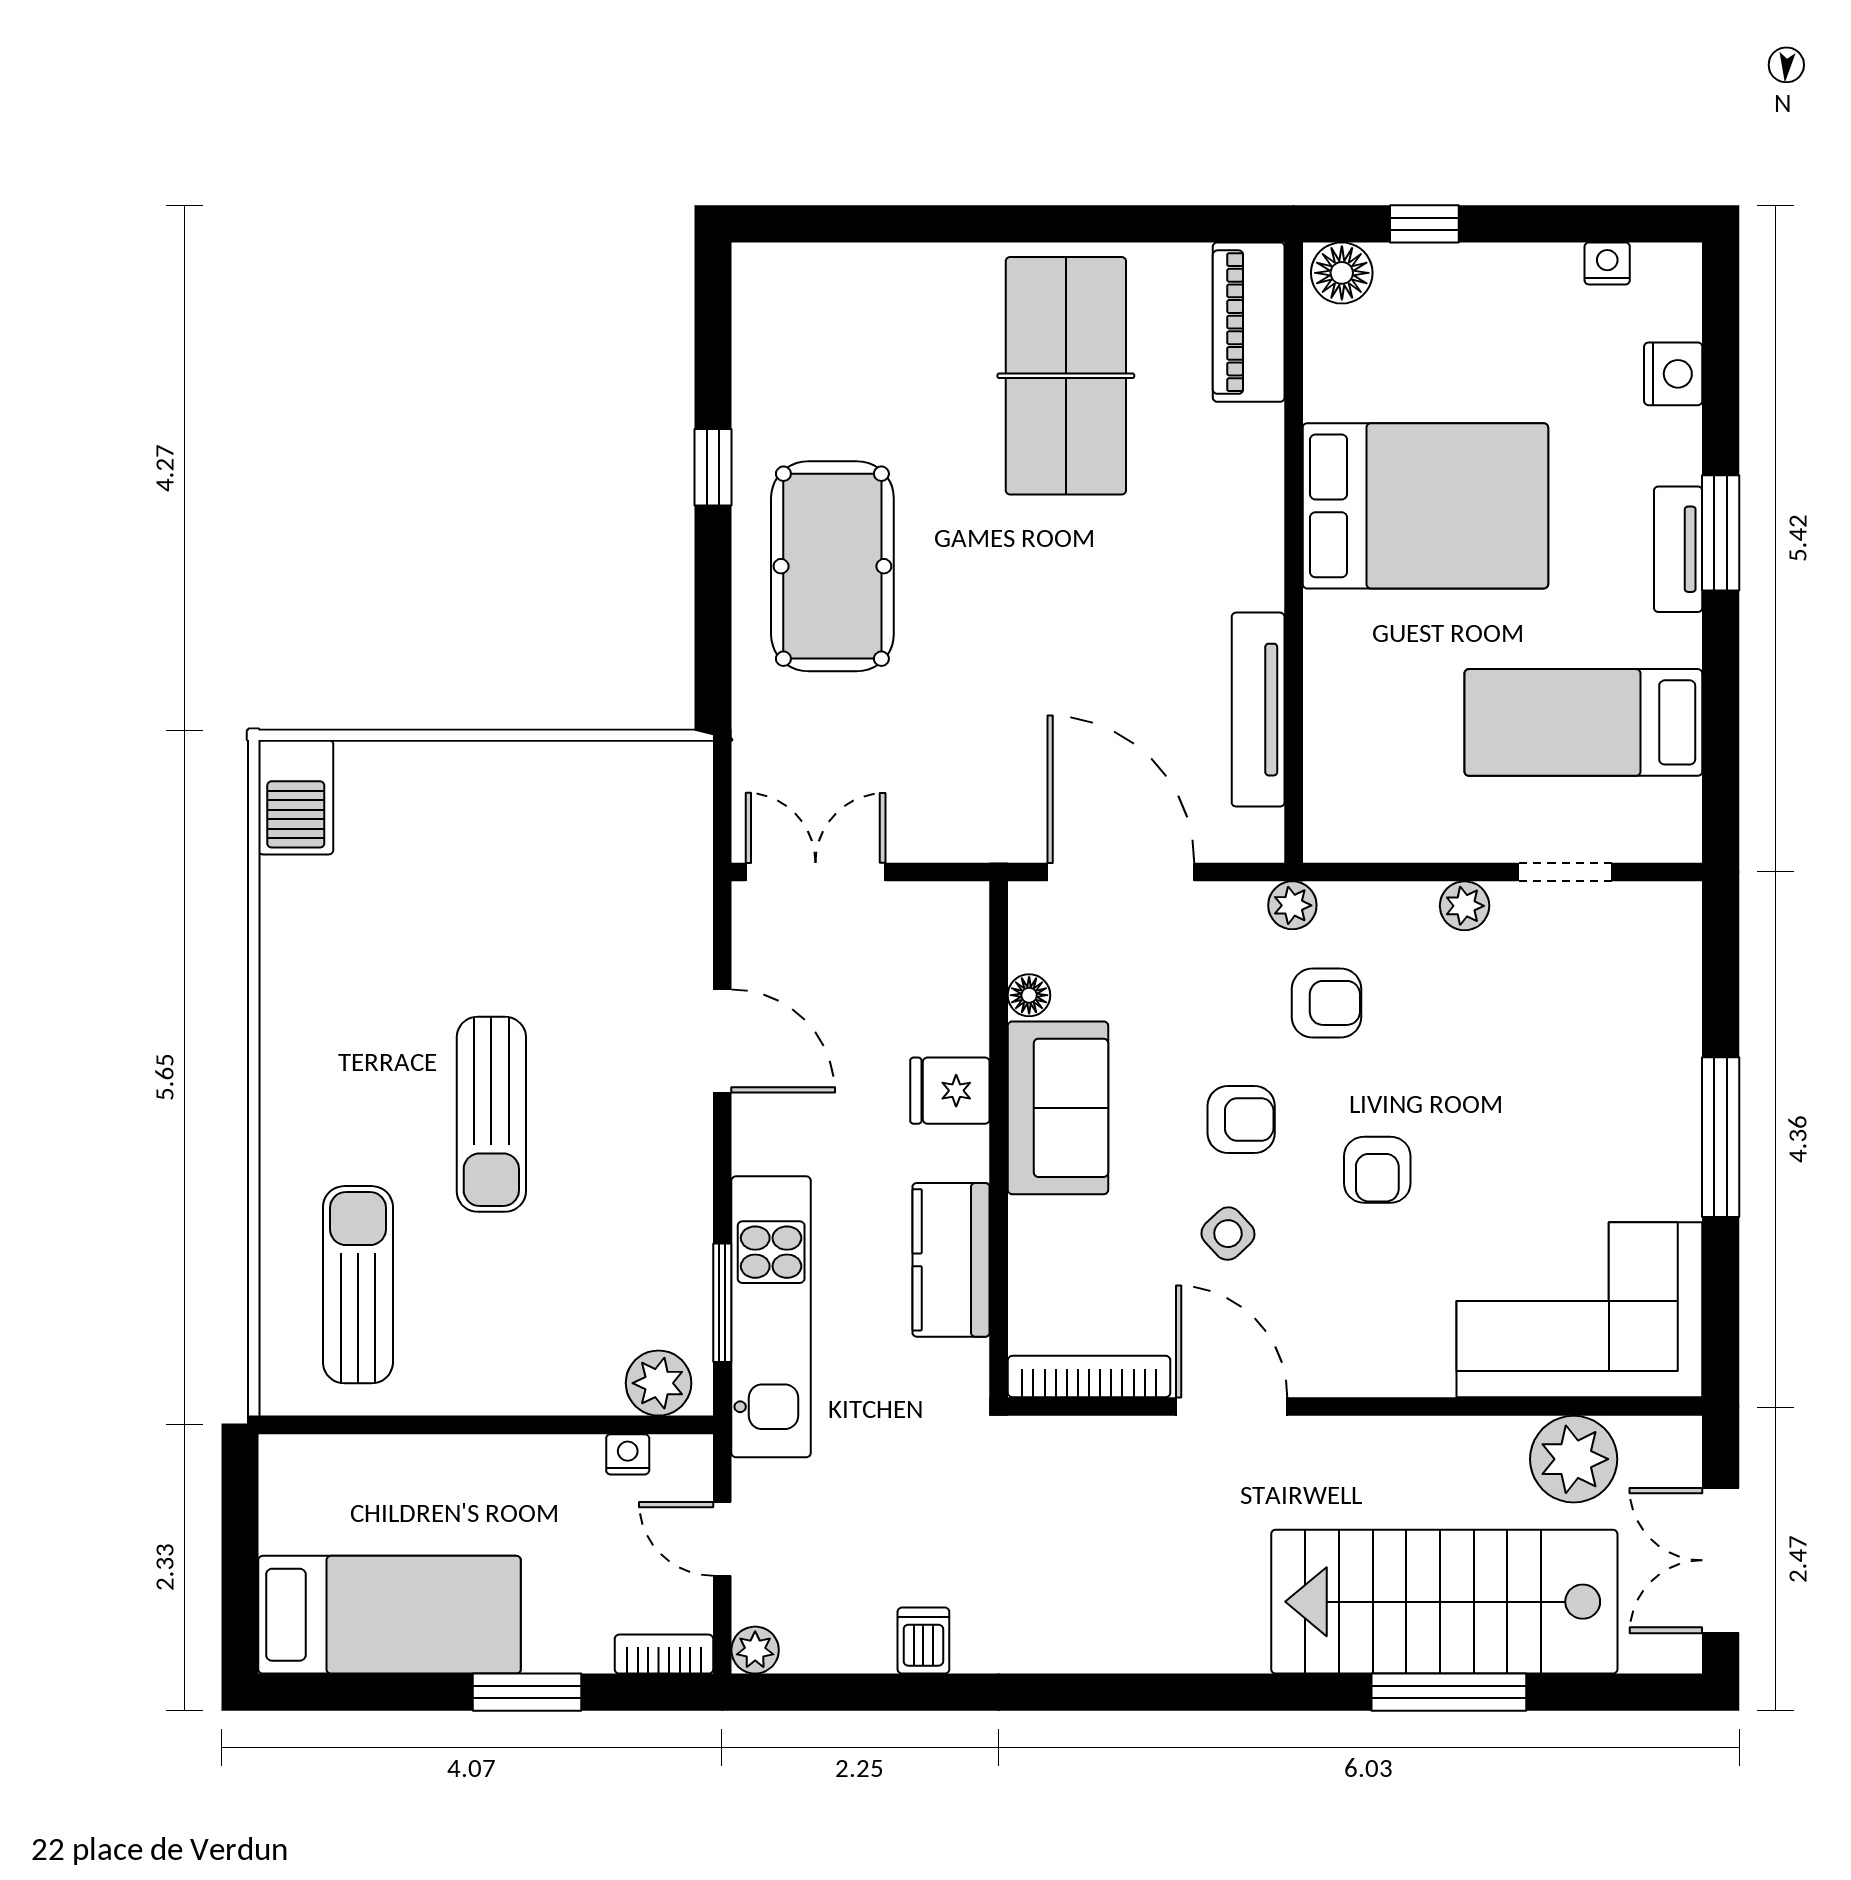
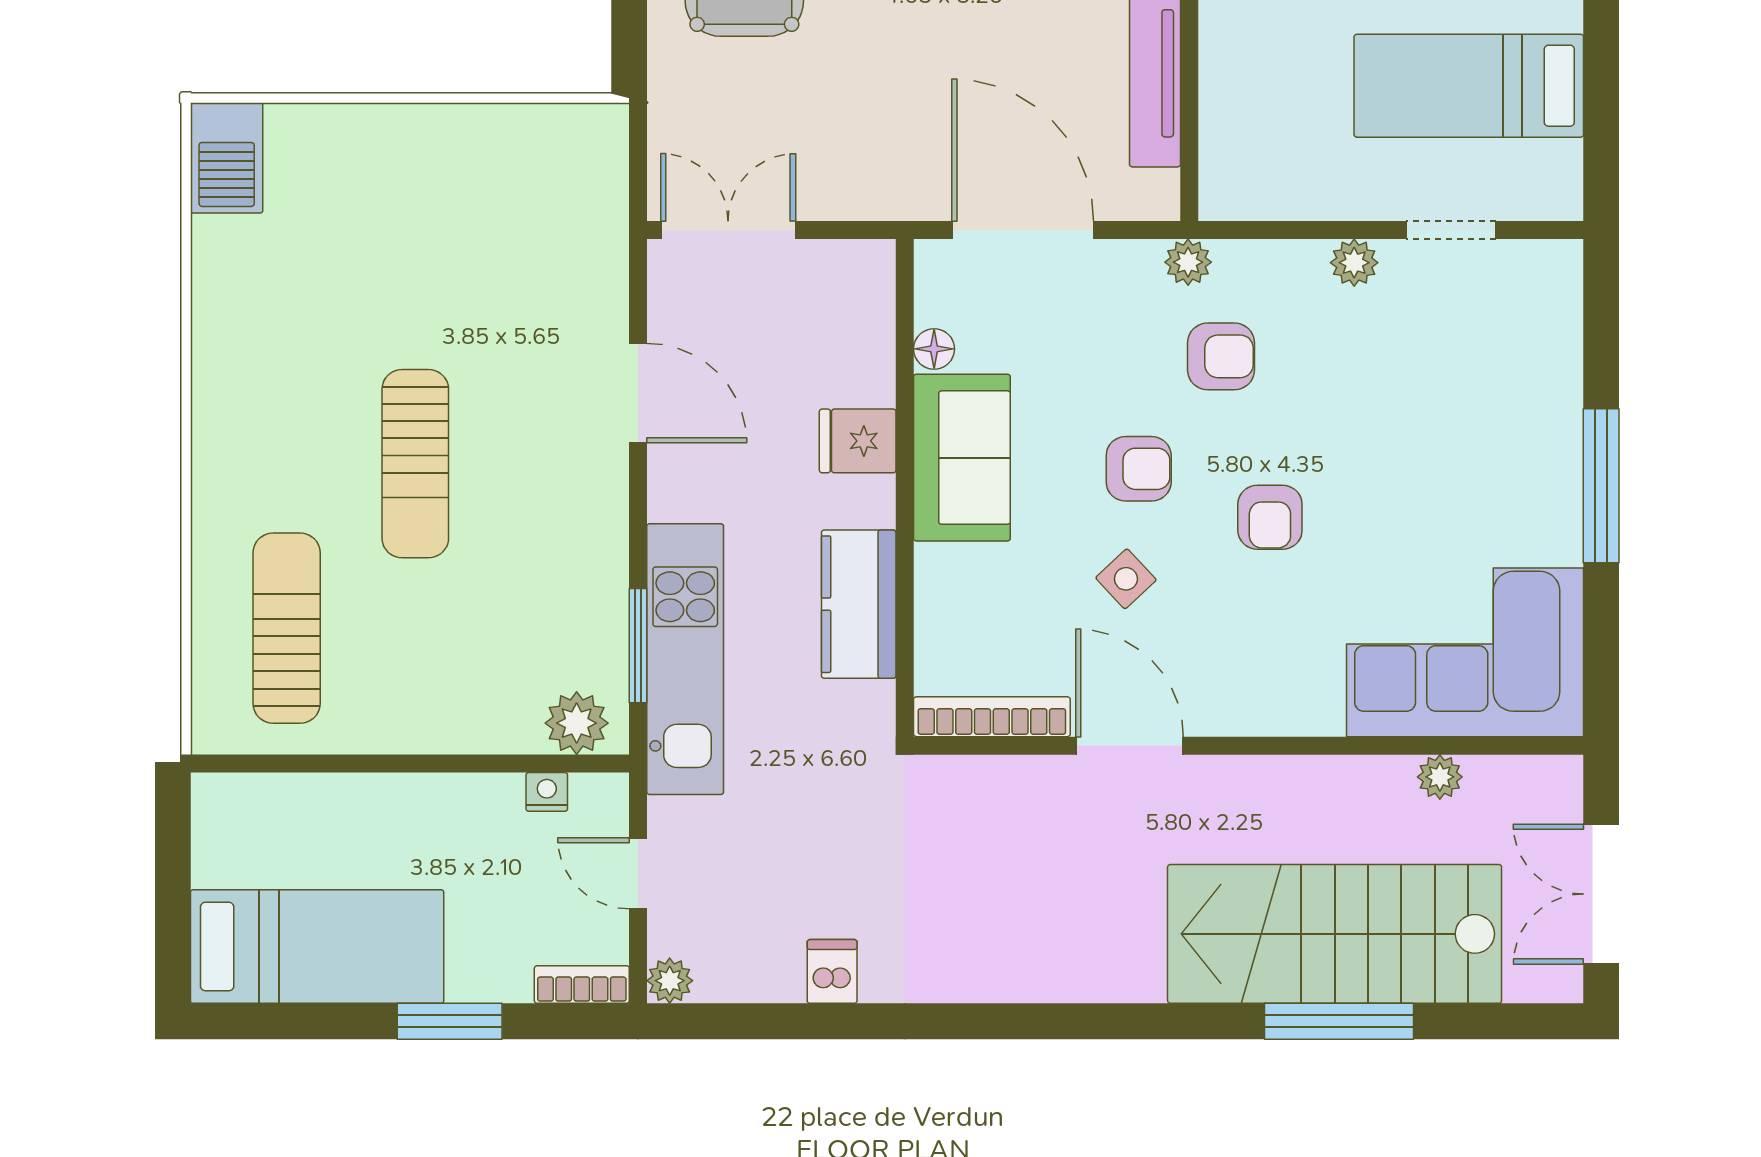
plant: (1574, 1459) -> (1440, 777), width x0.53, depth x0.53

